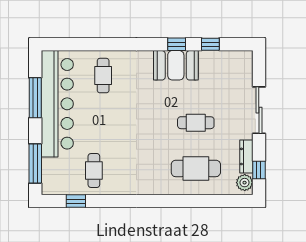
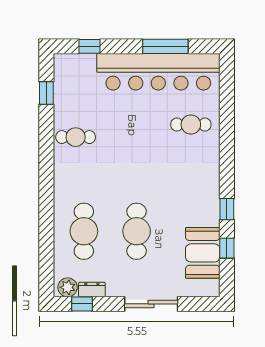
booth: (176, 65) -> (203, 253), moved
cafe table: (196, 123) -> (137, 231), width x1.37, depth x1.35
dresser: (246, 156) -> (92, 290), width x0.70
window: (35, 164) -> (89, 46), width x0.46
cafe table: (94, 170) -> (76, 137), moved

